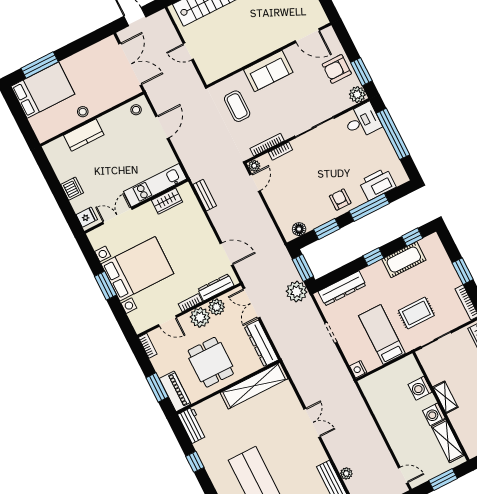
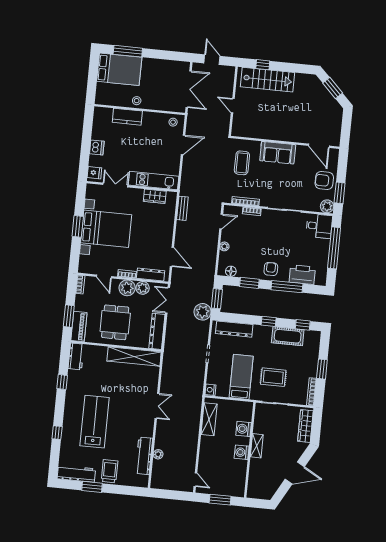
plant: (254, 166) -> (224, 246), moved
shelving: (448, 441) -> (209, 419), moved

